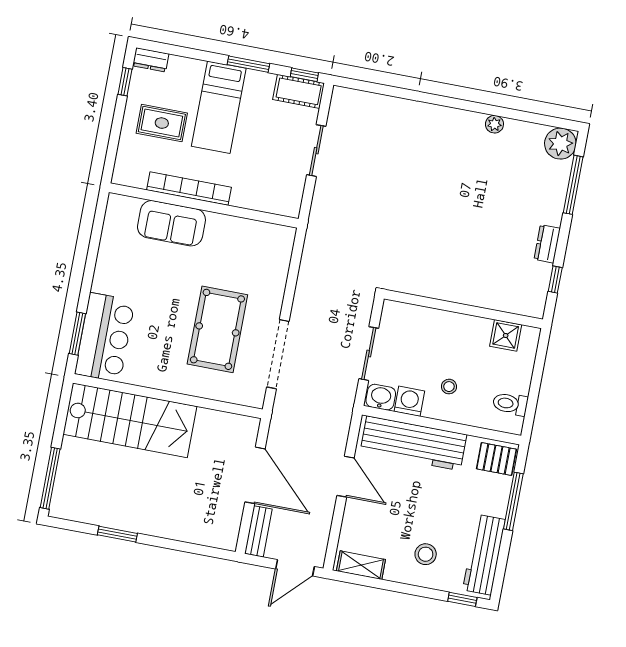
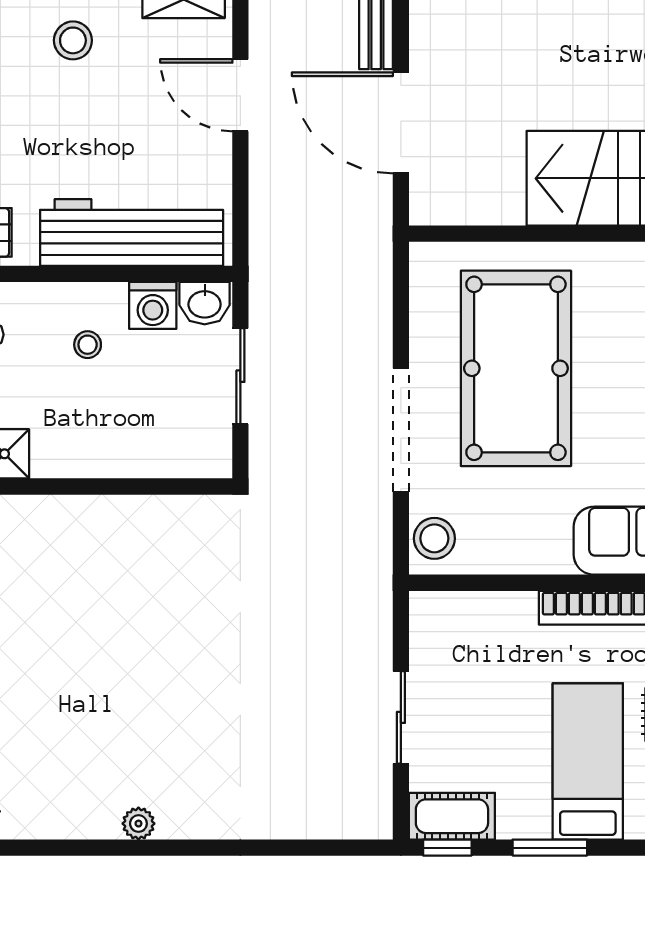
plant: (494, 124) -> (138, 824), moved
stool: (280, 245) -> (434, 538), added
pool table: (217, 329) -> (516, 368), width x1.36, depth x1.32
doorway: (278, 354) -> (401, 430), moved
door: (345, 477) -> (240, 95), moved

